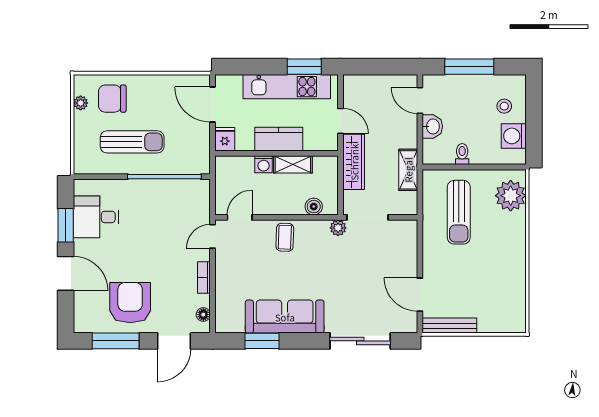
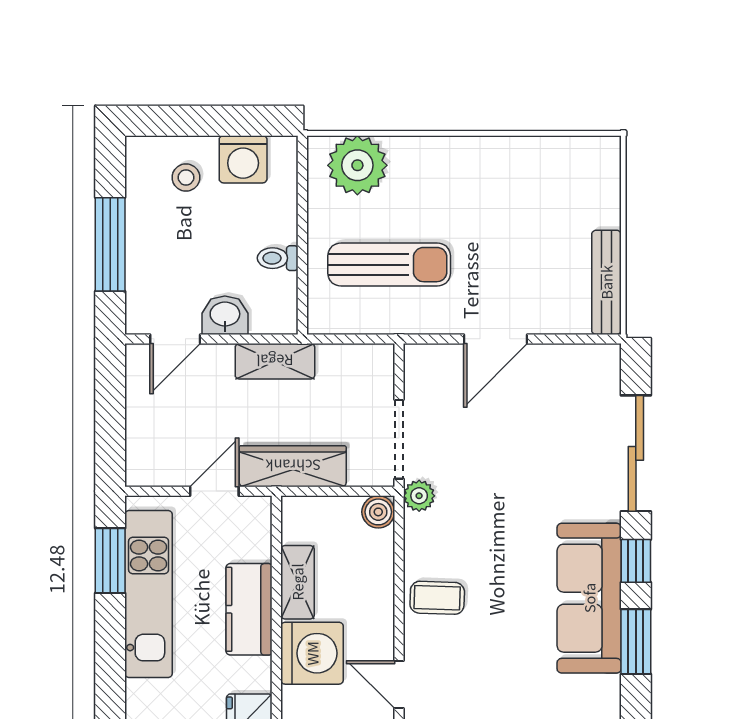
washing machine: (264, 164) -> (312, 653), width x1.89, depth x1.89
shelving: (408, 170) -> (275, 361), moved
boiler: (314, 207) -> (378, 512), moved
door: (420, 295) -> (496, 339), moved
window: (304, 341) -> (636, 561), added

